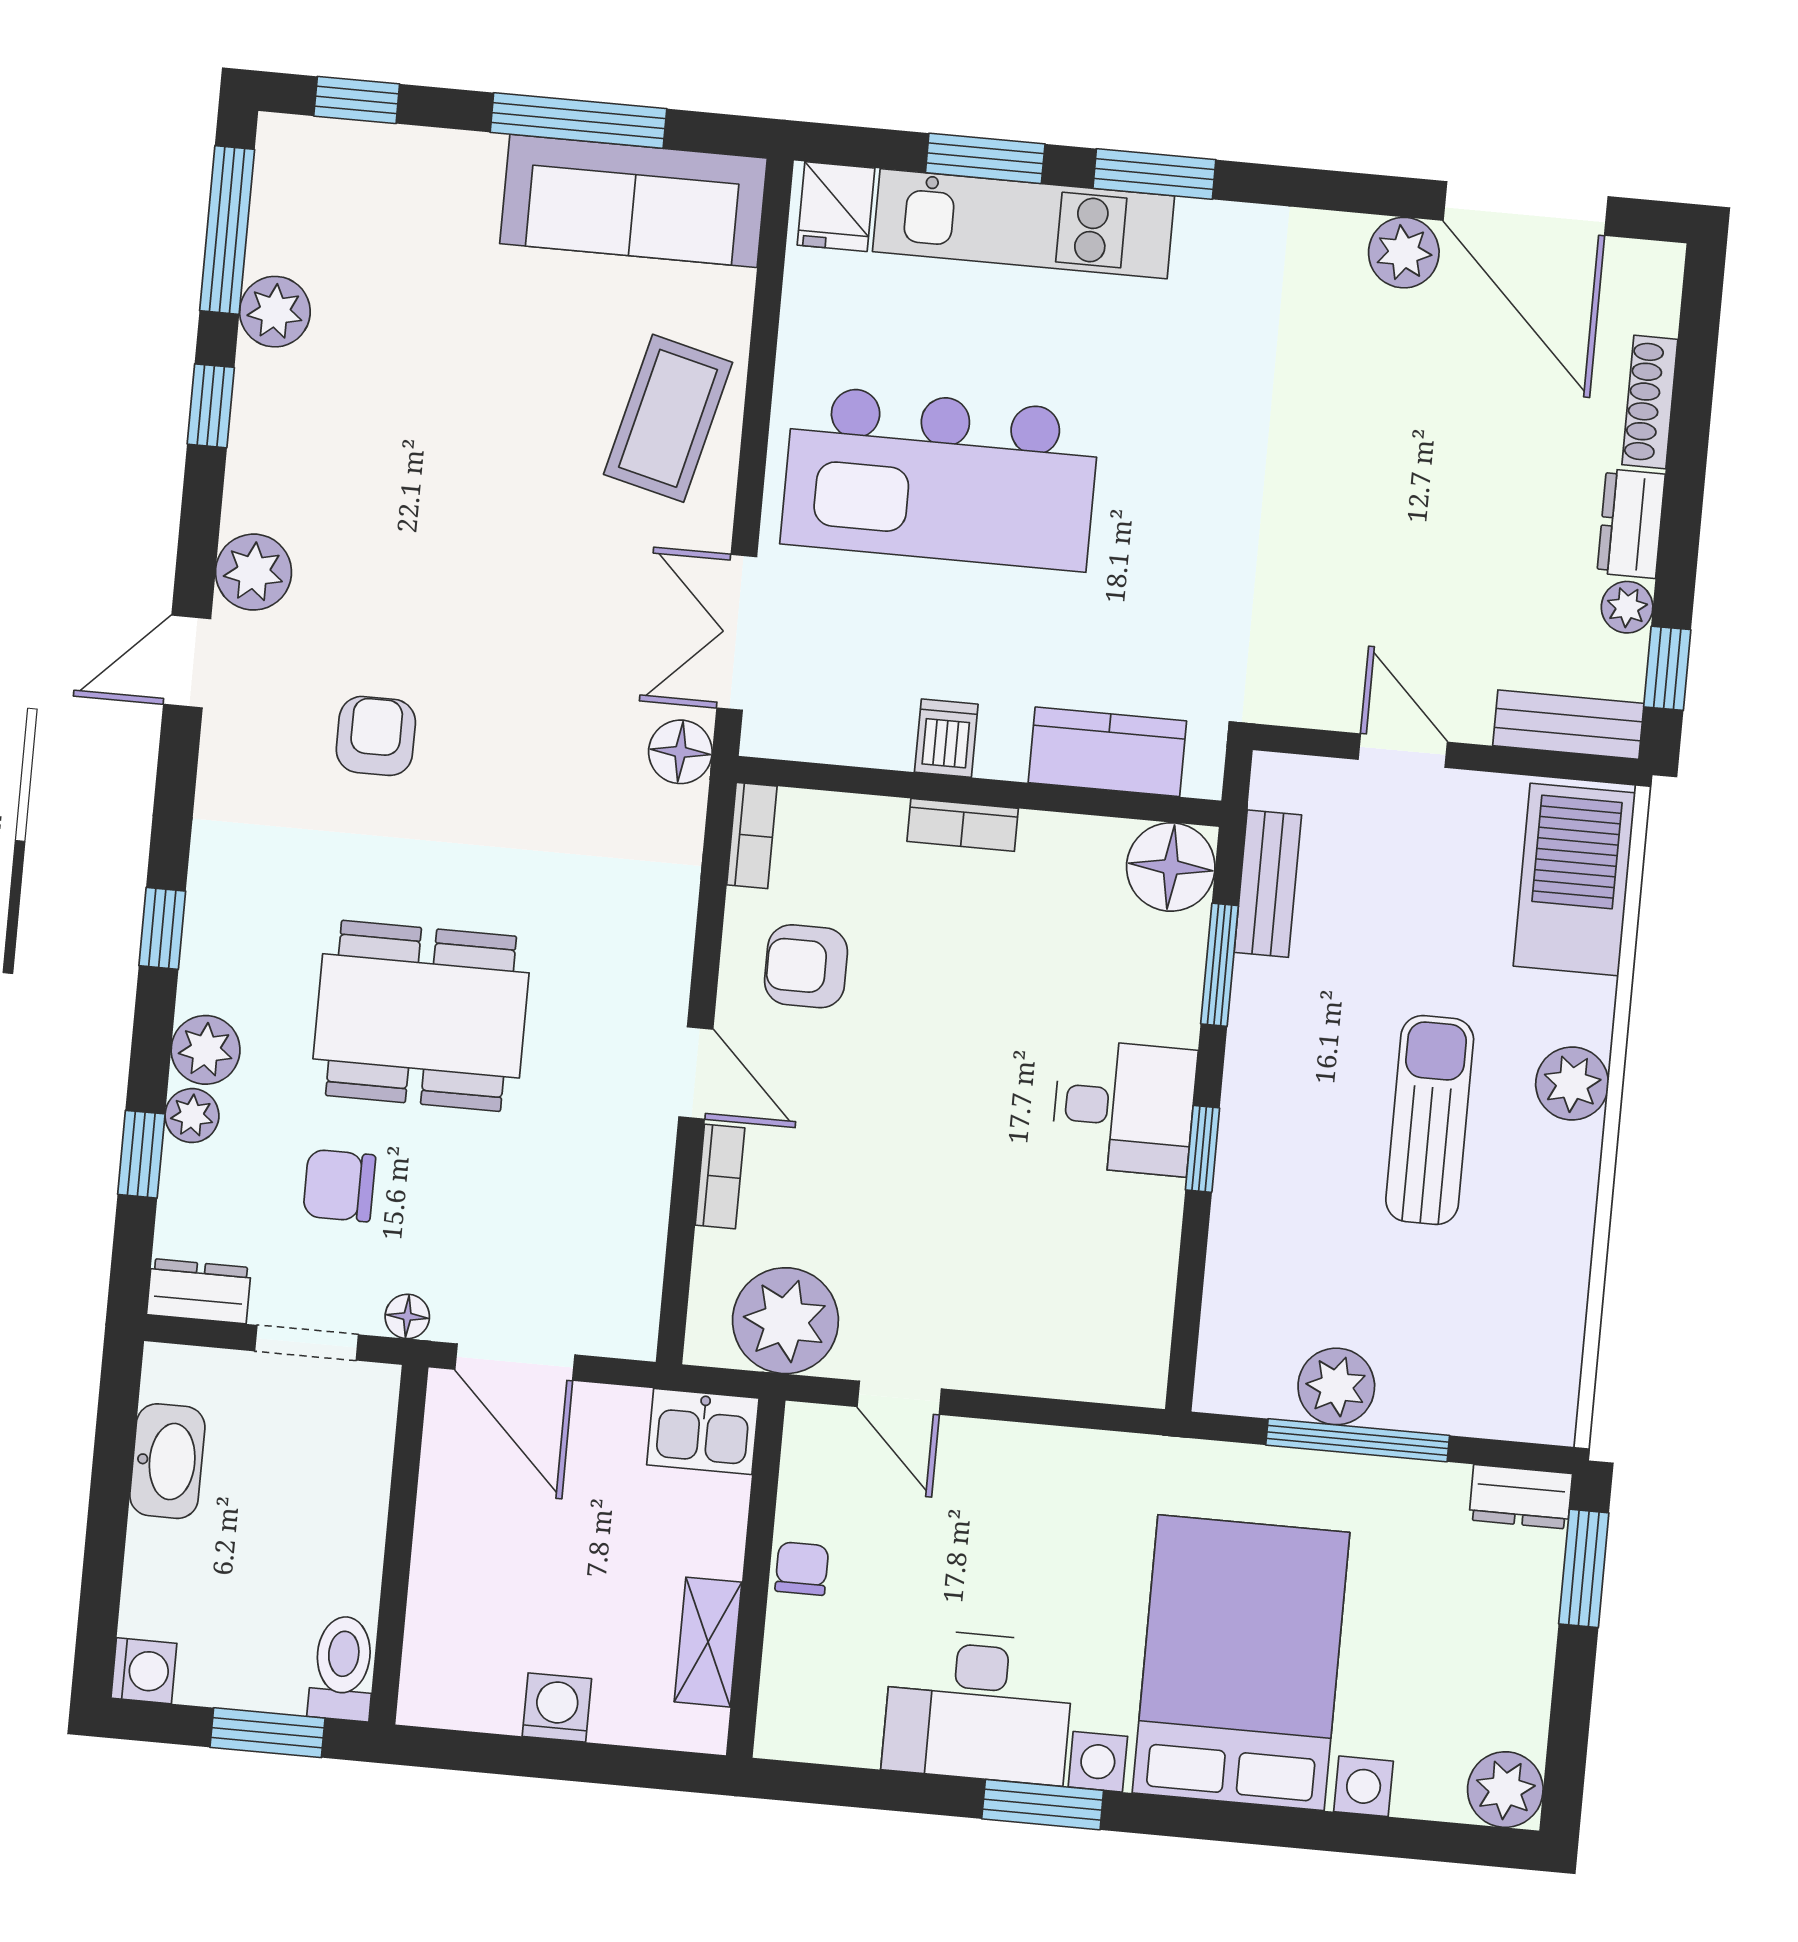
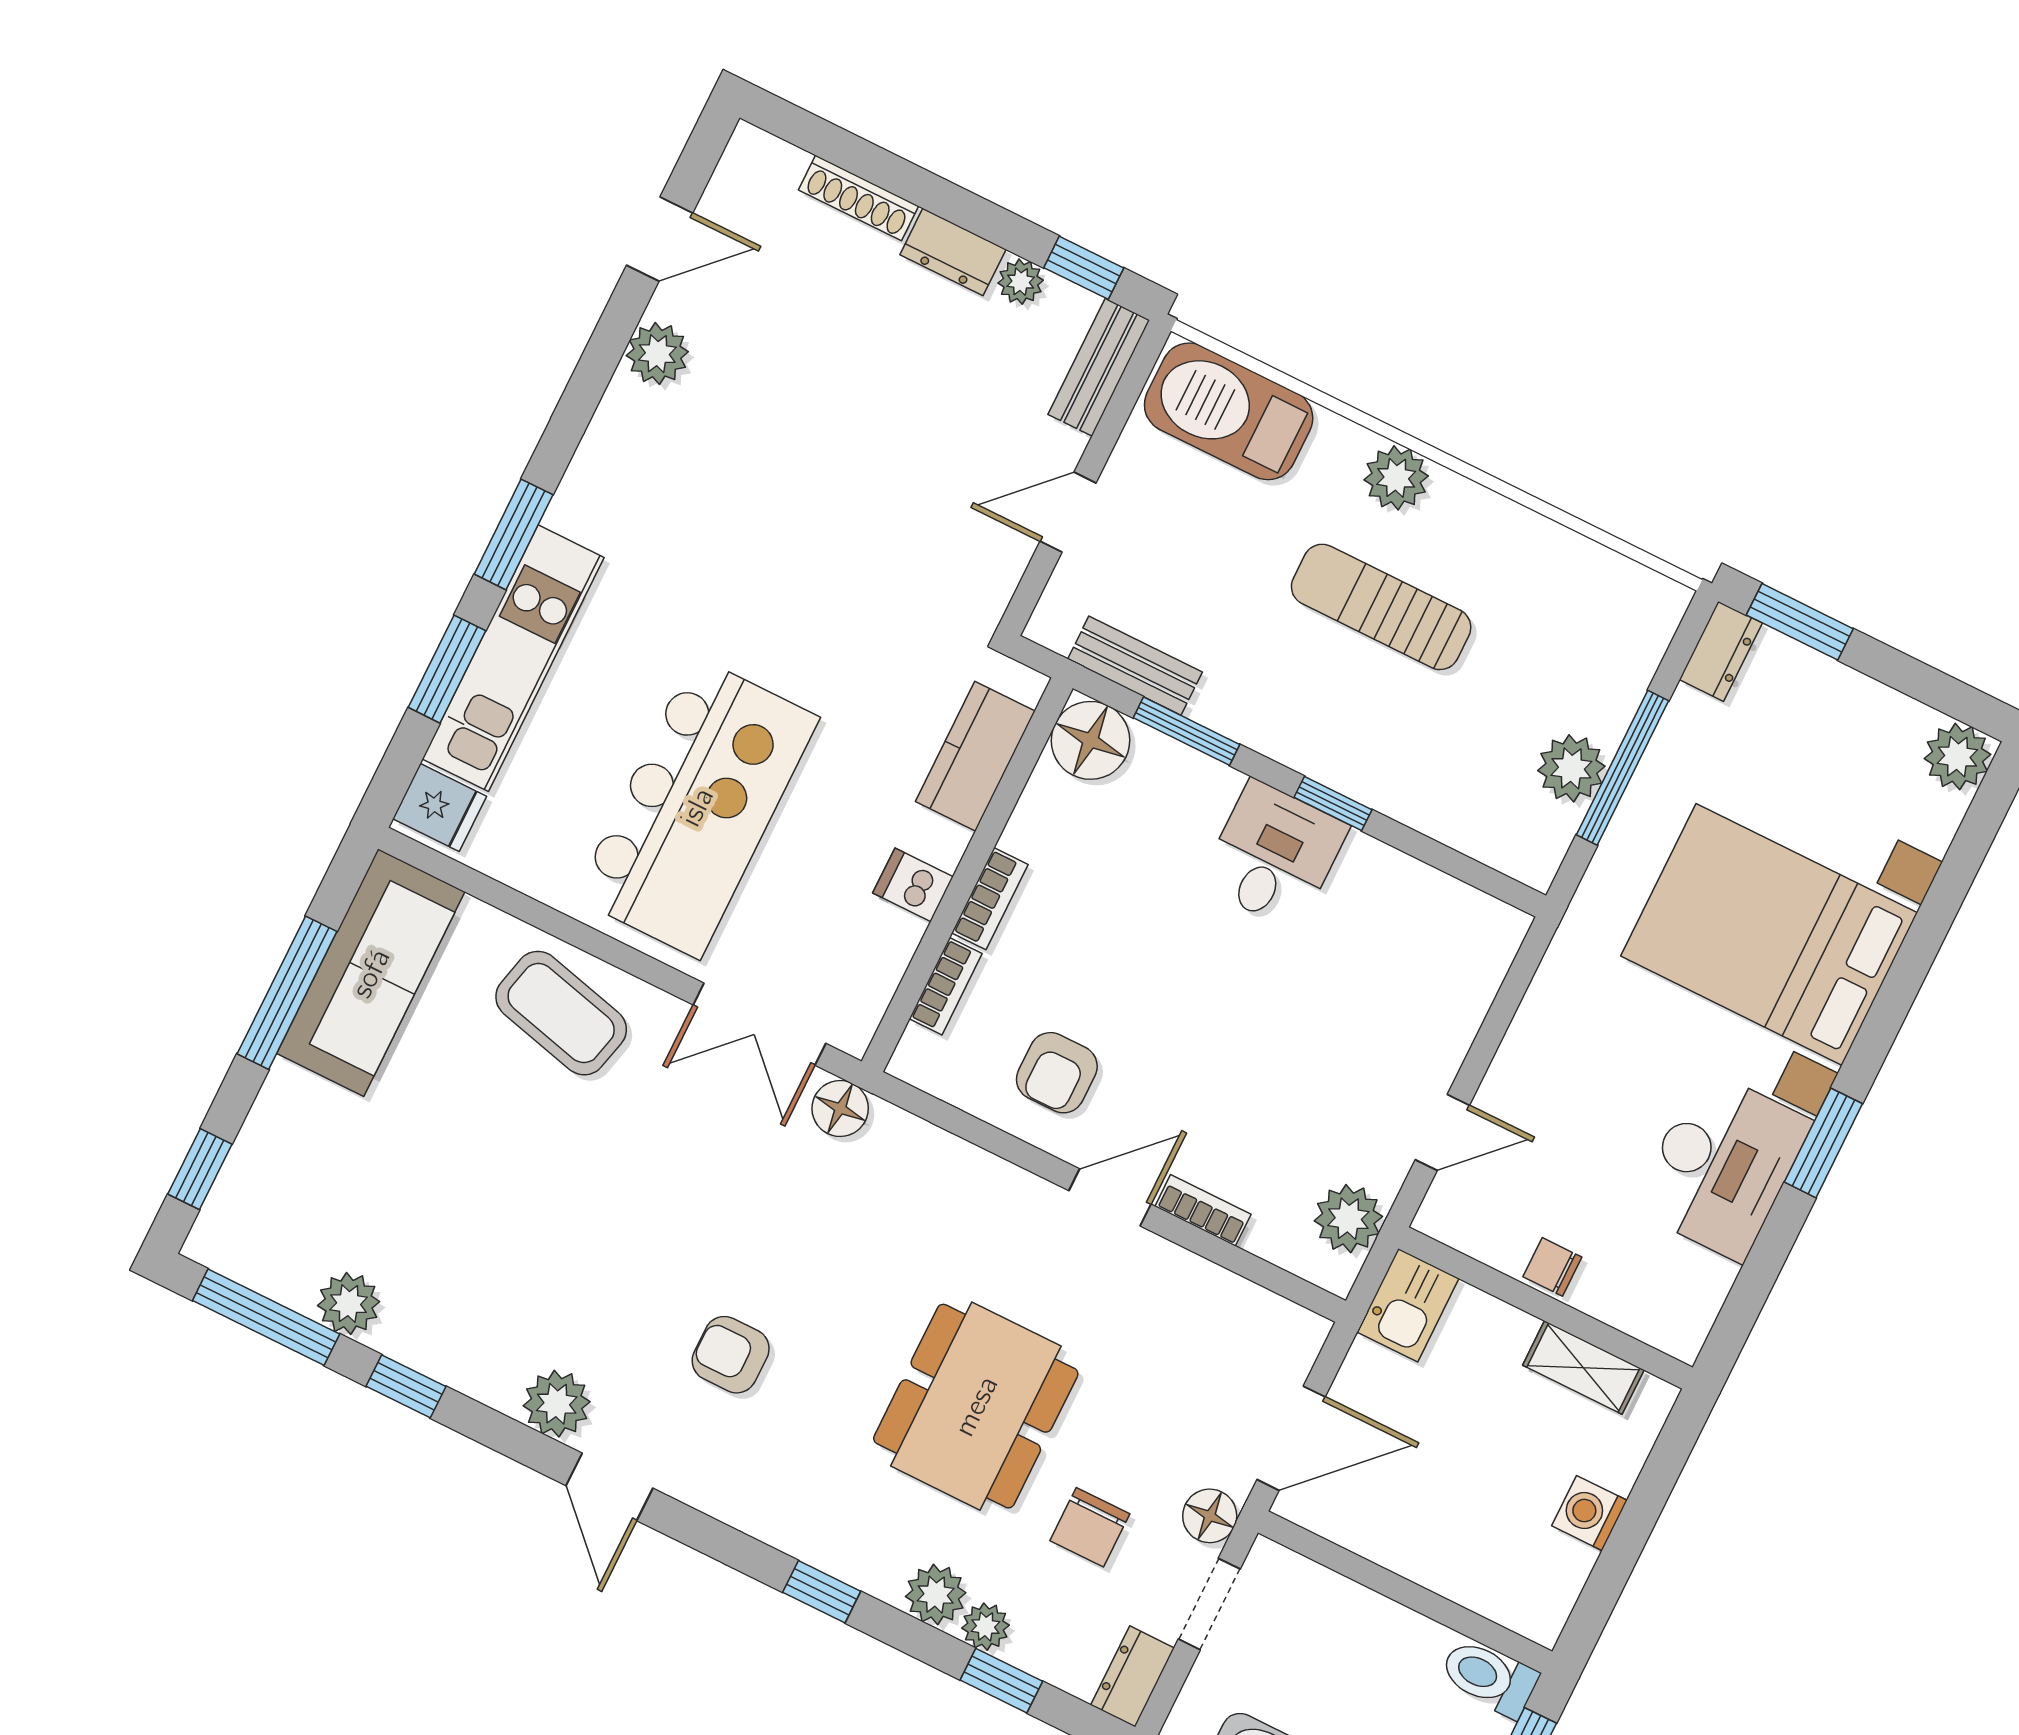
door: (1526, 208) -> (660, 239), width x0.53
bookcase: (752, 835) -> (946, 986), moved, turned 90
floor lamp: (407, 1316) -> (1210, 1516), width x1.37, depth x1.37
plant: (785, 1321) -> (1348, 1219), width x0.73, depth x0.73

